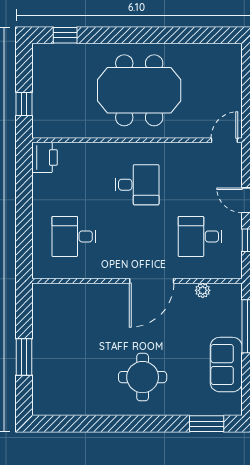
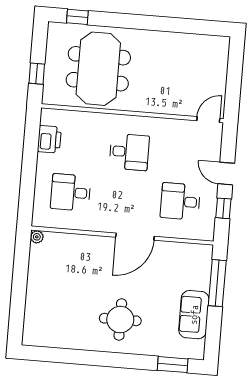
meeting table: (139, 90) -> (98, 69), moved, turned 90
printer: (45, 157) -> (49, 139), moved
plant: (203, 290) -> (37, 237), moved
window: (24, 357) -> (19, 294), removed

